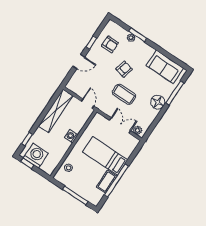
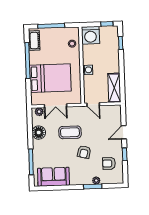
floor lamp: (158, 102) -> (39, 133), moved
shelving: (56, 111) -> (114, 88), width x0.68
washing machine: (36, 156) -> (90, 35), moved
bed: (105, 156) -> (50, 78), width x1.50
cot: (107, 182) -> (34, 41), moved

